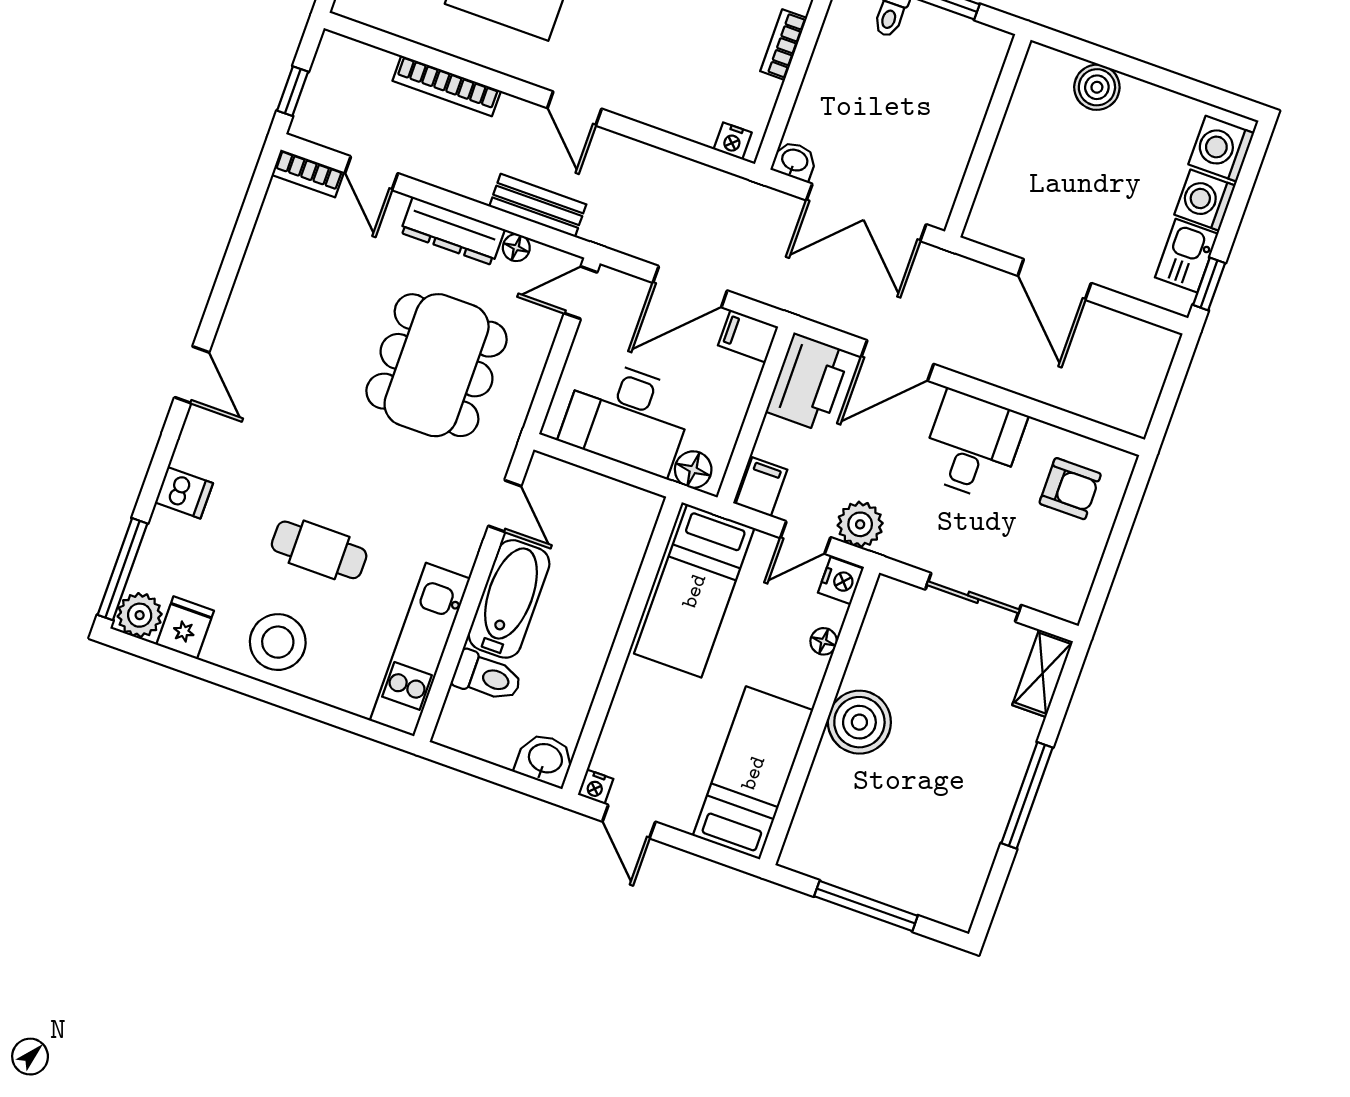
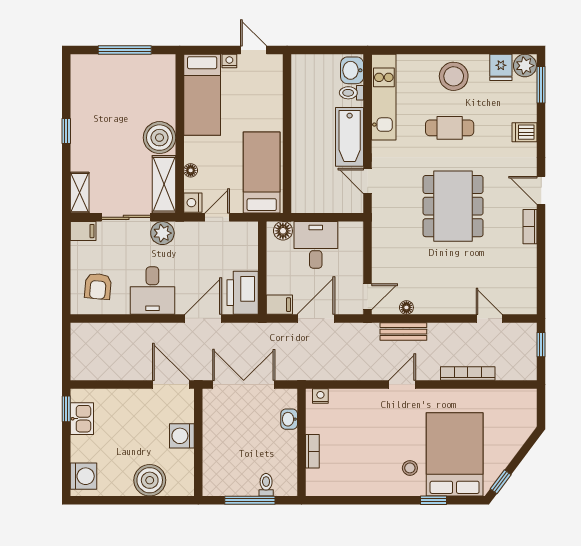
boiler: (1097, 87) -> (150, 480), width x1.37, depth x1.37
door: (574, 108) -> (402, 385), hinge flipped
washbasin: (794, 161) -> (289, 419), moved, turned 90
bookcase: (308, 173) -> (530, 227), moved, turned -90
washing machine: (1205, 200) -> (182, 436), moved, turned 180
dresser: (453, 231) -> (440, 305), removed
door: (1054, 279) -> (171, 385), moved
dining table: (437, 365) -> (453, 206), moved
desk: (627, 417) -> (316, 245), width x0.73
filing cabinet: (761, 487) -> (83, 231), moved, turned -90
armchair: (1070, 489) -> (98, 286), turned -85
plant: (860, 524) -> (162, 233), moved
window: (122, 569) -> (541, 85), width x0.69
shelving: (882, 633) -> (164, 184), added
toilet: (487, 677) -> (351, 93), width x0.73, depth x0.72
washbasin: (545, 759) -> (352, 70), moved, turned 90
nightstand: (595, 787) -> (229, 61), moved
window: (1027, 795) -> (66, 131), width x0.46

